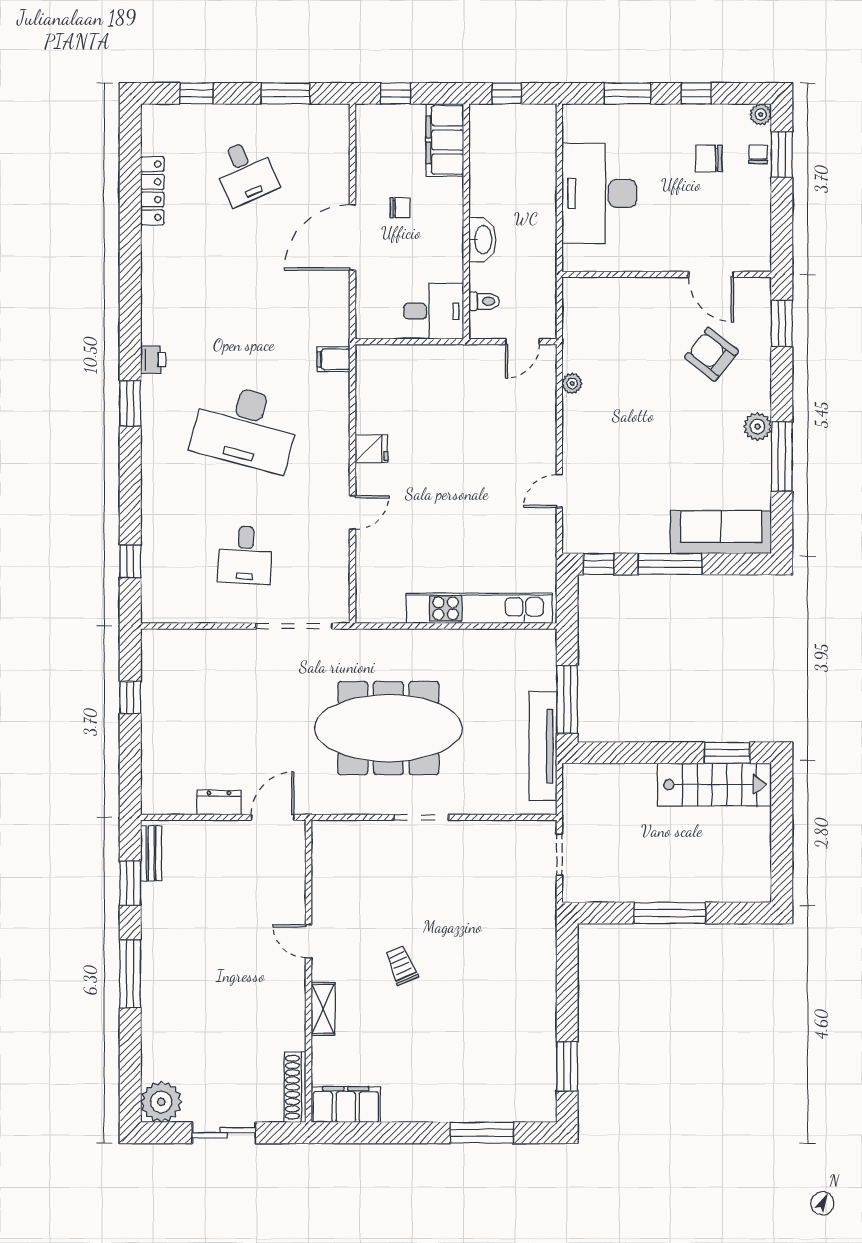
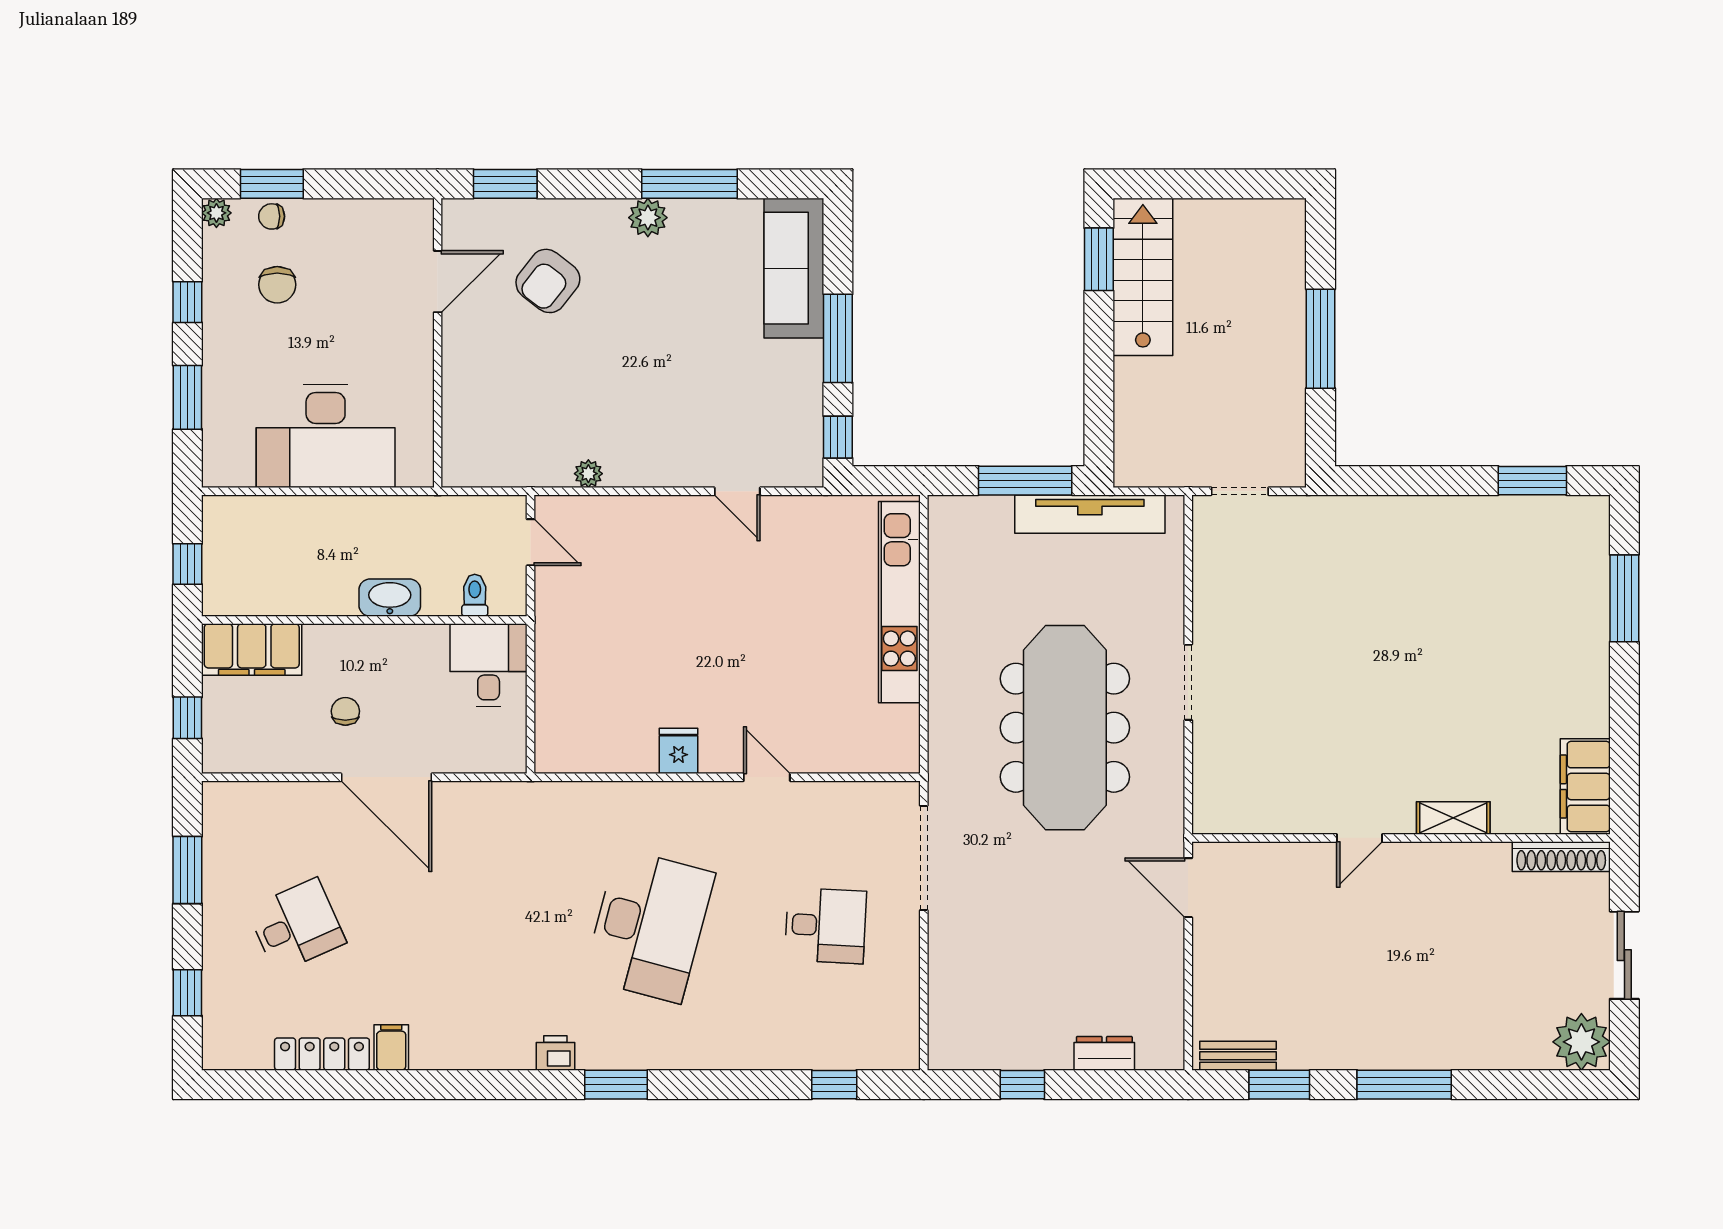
filing cabinet: (333, 359) -> (391, 1047), moved, turned 180
dresser: (219, 803) -> (1104, 1053), moved, turned 90
trolley: (401, 965) -> (1393, 710), removed

